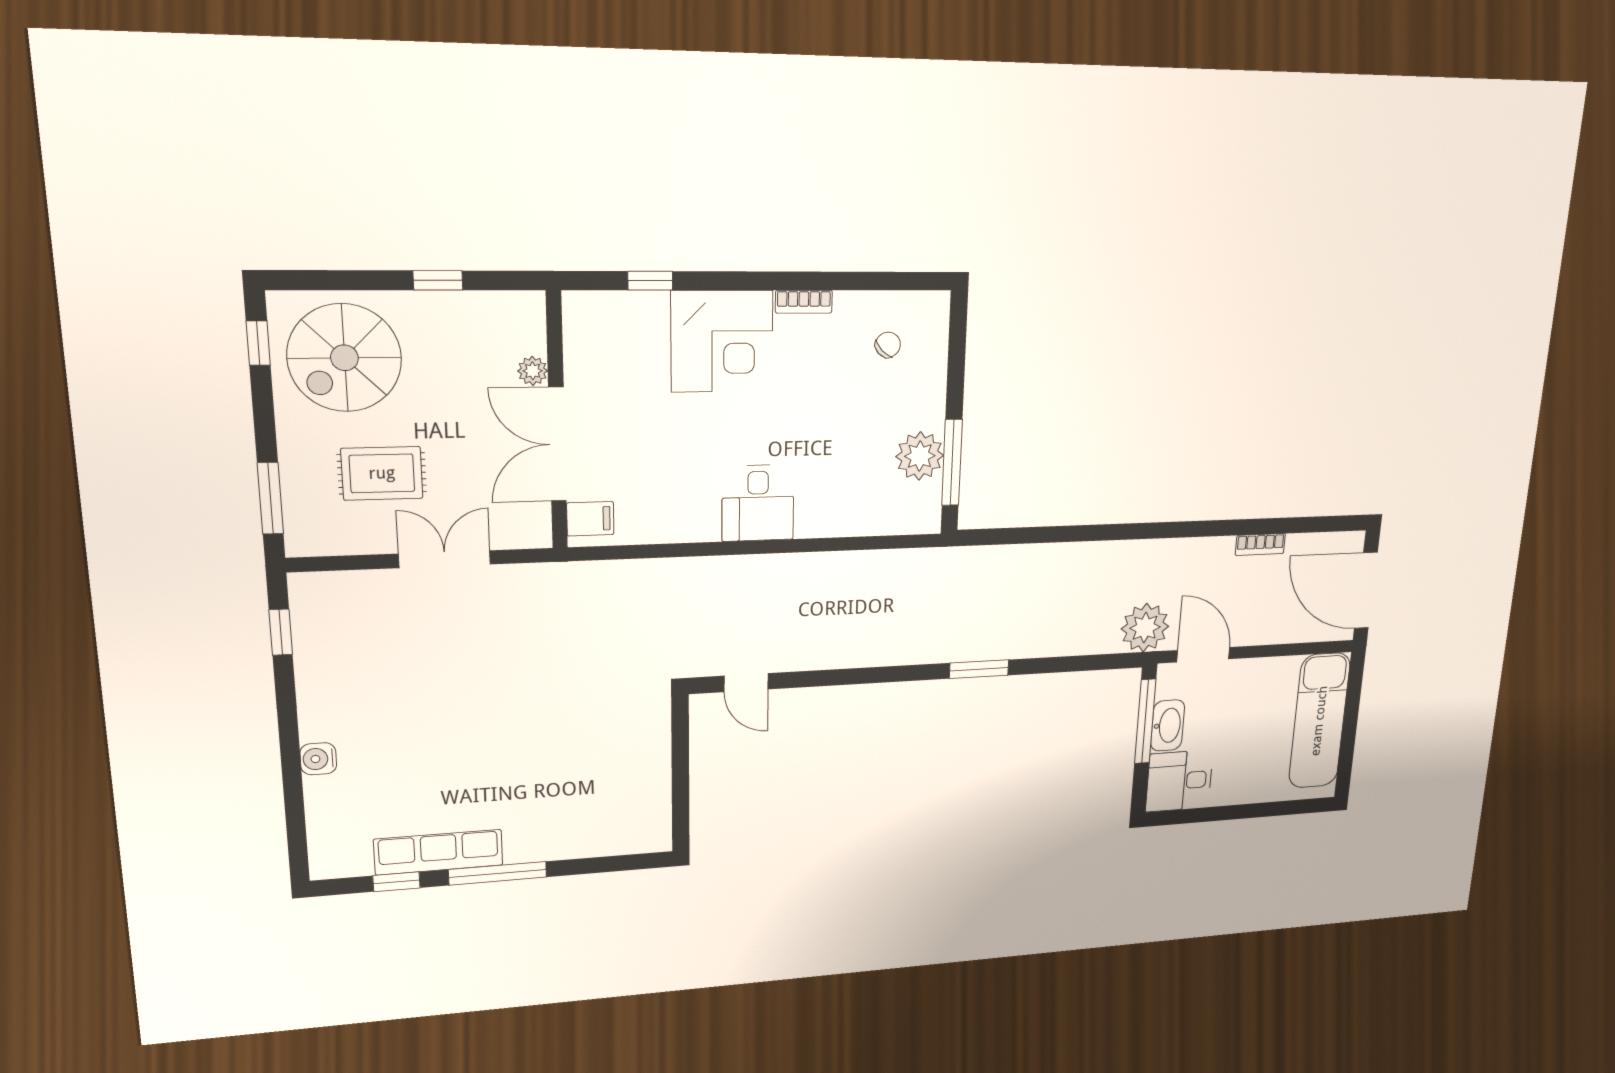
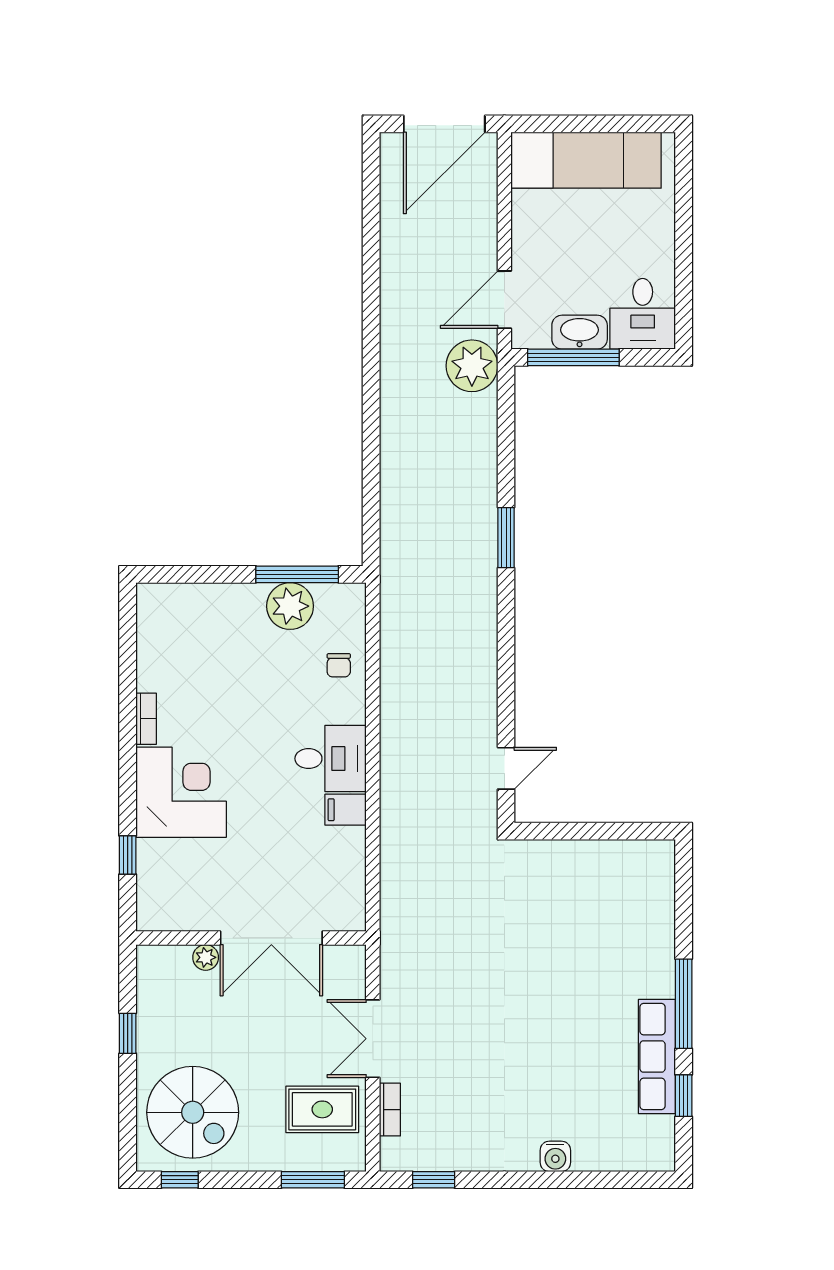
chair: (888, 345) -> (339, 665), moved, turned -136
rug: (382, 473) -> (322, 1109), moved, turned 90
filing cabinet: (590, 519) -> (346, 810), moved, turned -90
bookcase: (1260, 544) -> (390, 1110), moved

